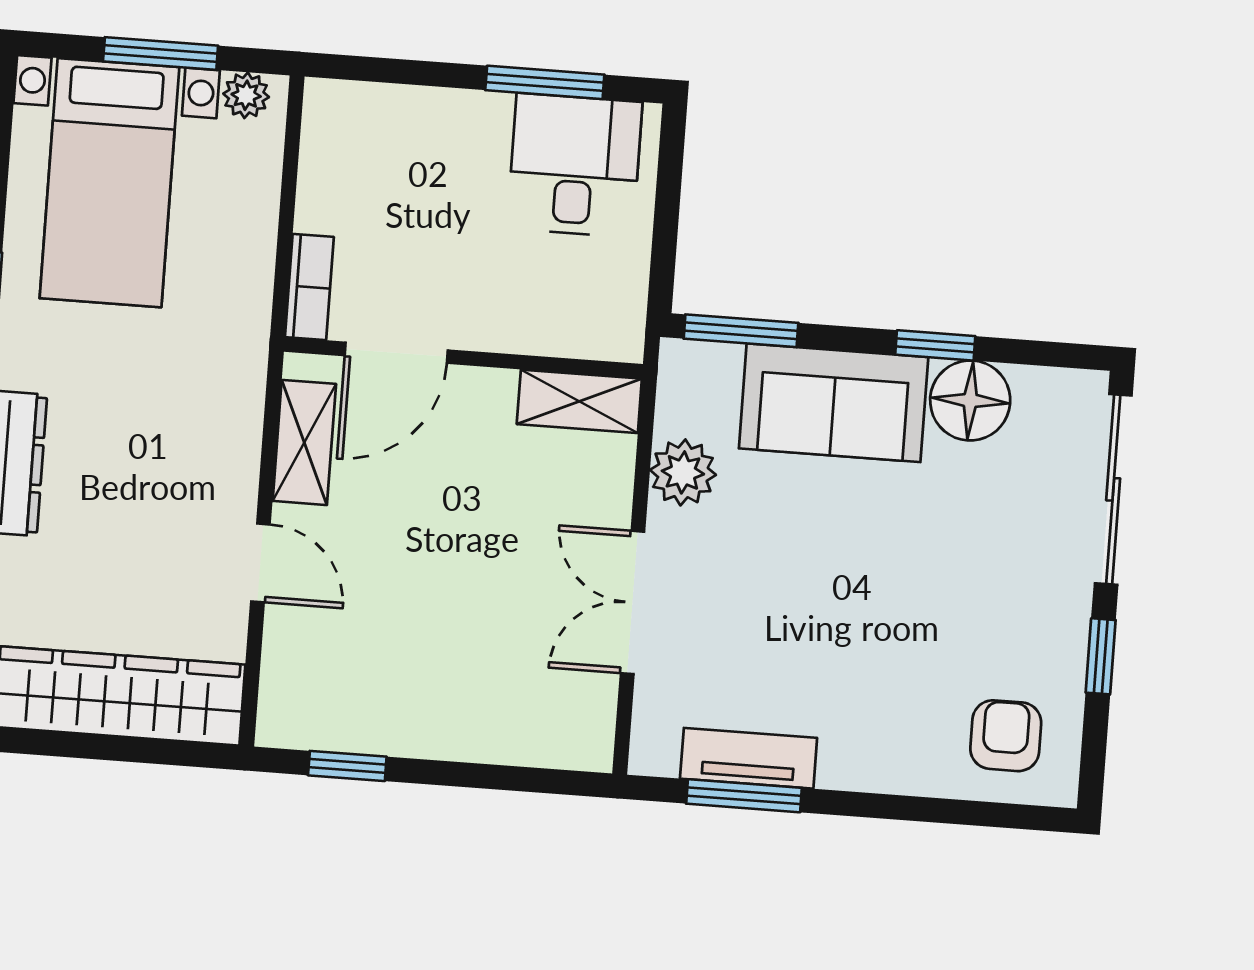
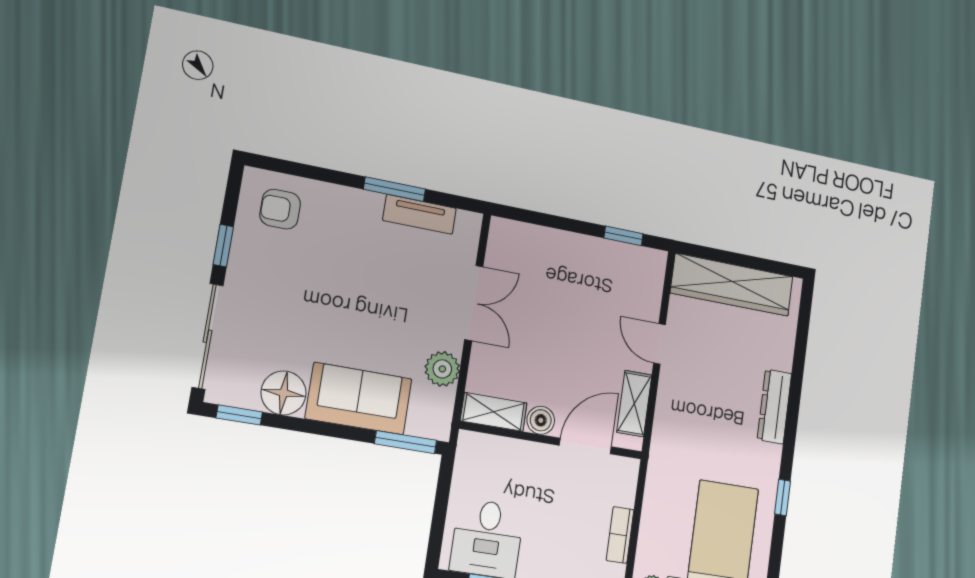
bookcase: (309, 287) -> (620, 535), moved
window: (935, 345) -> (239, 415), moved
boiler: (487, 394) -> (541, 420), added
armchair: (1006, 736) -> (280, 209), turned 90
window: (744, 796) -> (395, 189), moved

